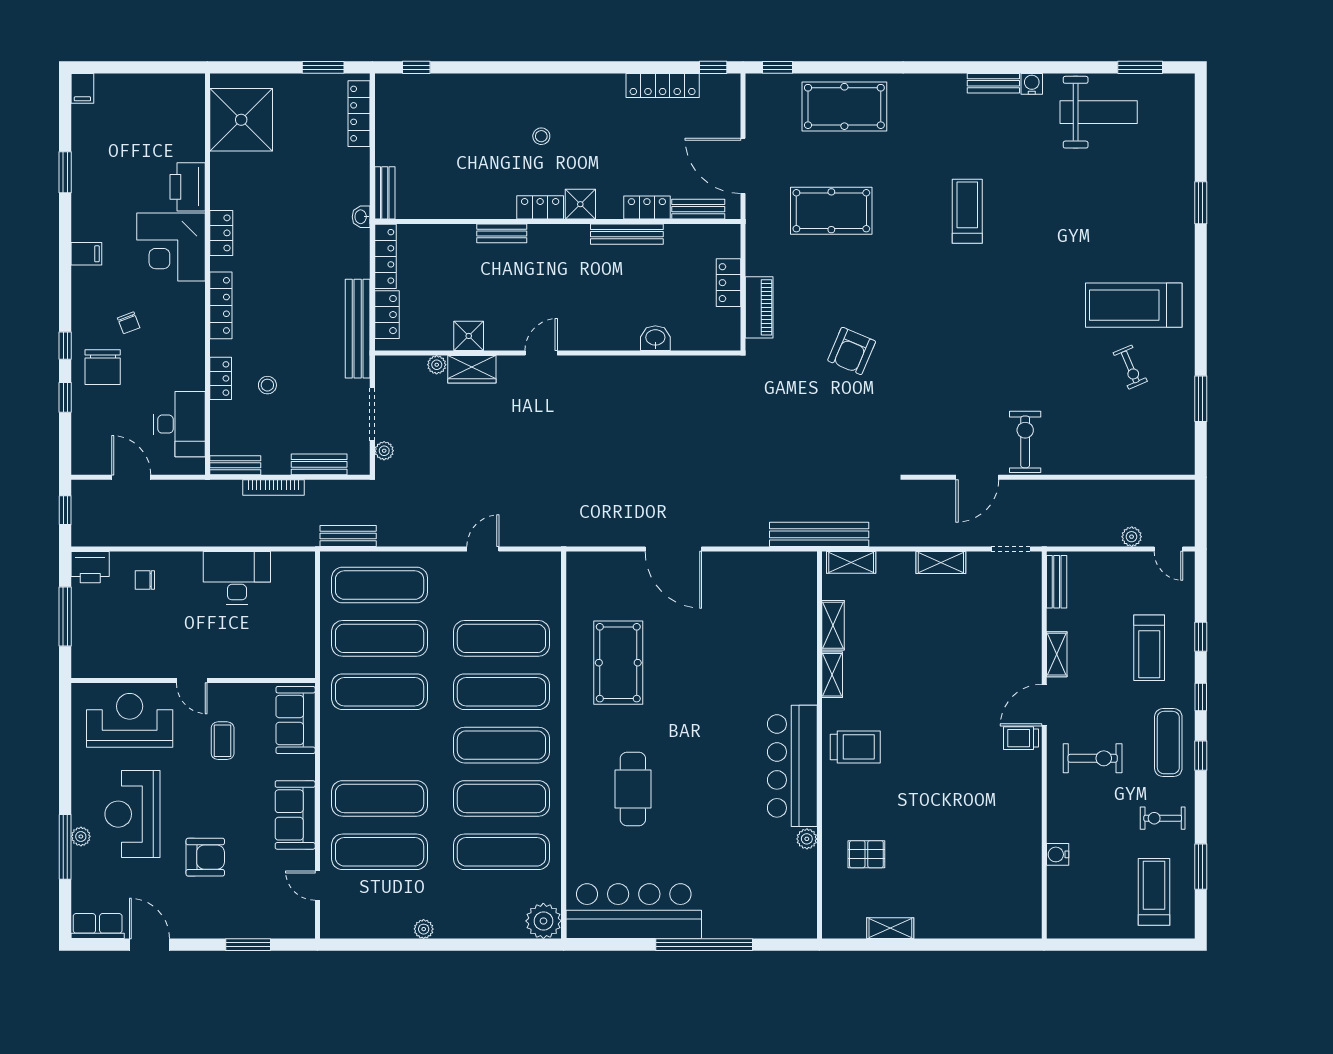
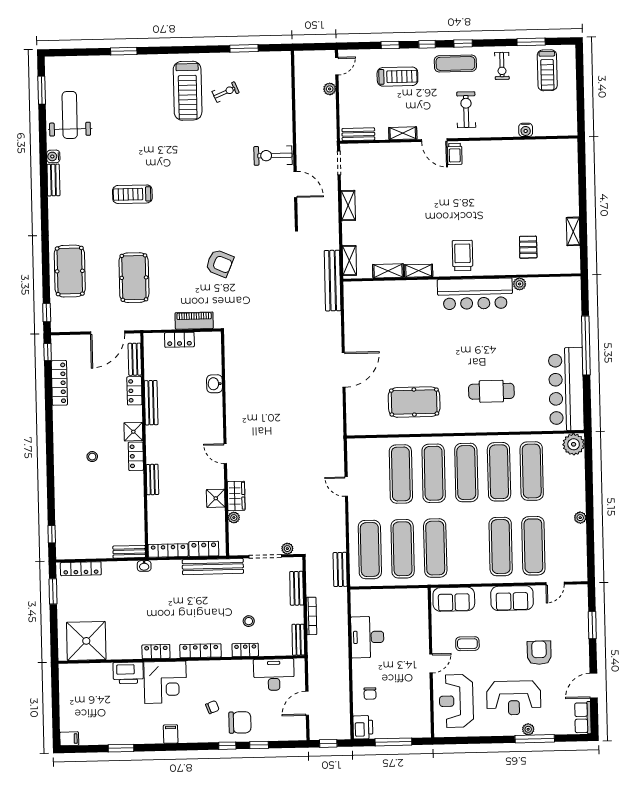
treadmill: (1154, 892) -> (547, 70), turned -90

